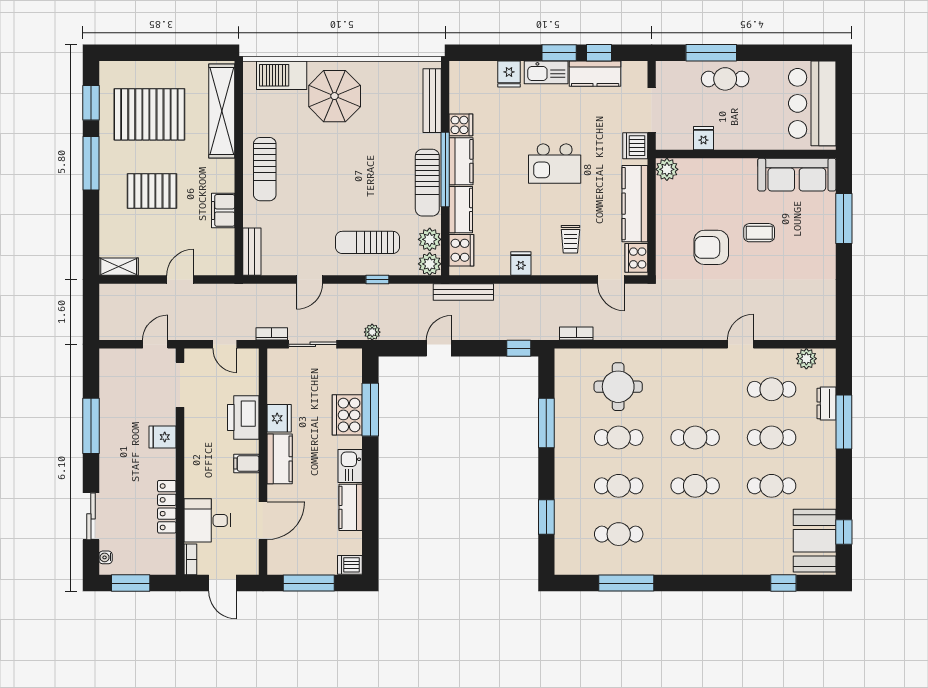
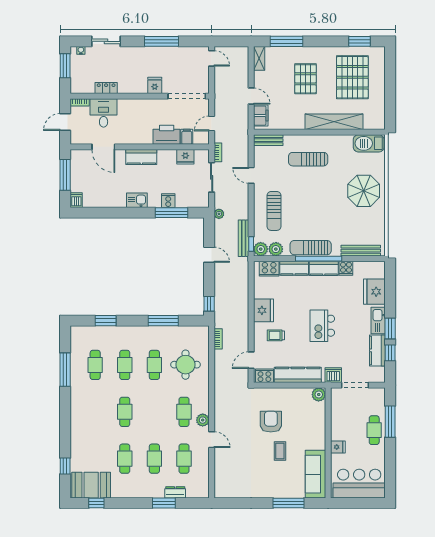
fridge: (509, 74) -> (374, 292), width x1.88, depth x1.34
barbecue: (282, 75) -> (369, 143), moved, turned -90
shelving: (222, 111) -> (334, 122), moved
fridge: (703, 138) -> (338, 447), moved
window: (91, 163) -> (286, 41), moved
sun lounger: (265, 169) -> (308, 159), moved
filing cabinet: (223, 210) -> (261, 116), moved, turned 90
sun lounger: (368, 242) -> (274, 211), turned 180
fridge: (521, 264) -> (263, 310), width x1.88, depth x1.34
window: (377, 279) -> (251, 244), moved
bench: (463, 292) -> (244, 238), moved
door: (155, 344) -> (212, 58), moved
plant: (806, 359) -> (203, 420), moved
doorway: (180, 385) -> (187, 96), width x1.36
cooker: (347, 415) -> (168, 201), width x0.53, depth x0.76
fridge: (279, 418) -> (185, 157), moved
window: (844, 422) -> (164, 503), width x0.69
cafe table: (695, 438) -> (184, 412), moved
filing cabinet: (246, 463) -> (187, 137), moved
locker: (167, 507) -> (106, 88), width x0.66
kitchen counter: (351, 507) -> (112, 201), removed

